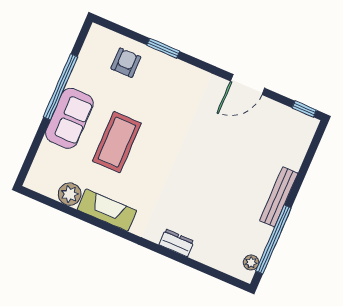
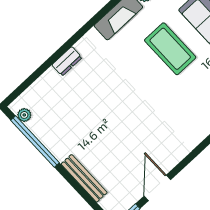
door: (248, 85) -> (157, 188), moved
bench: (279, 197) -> (84, 178), moved

